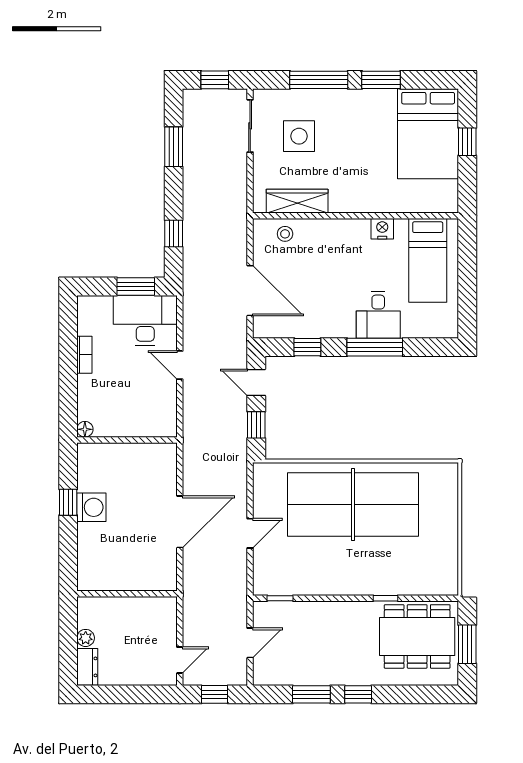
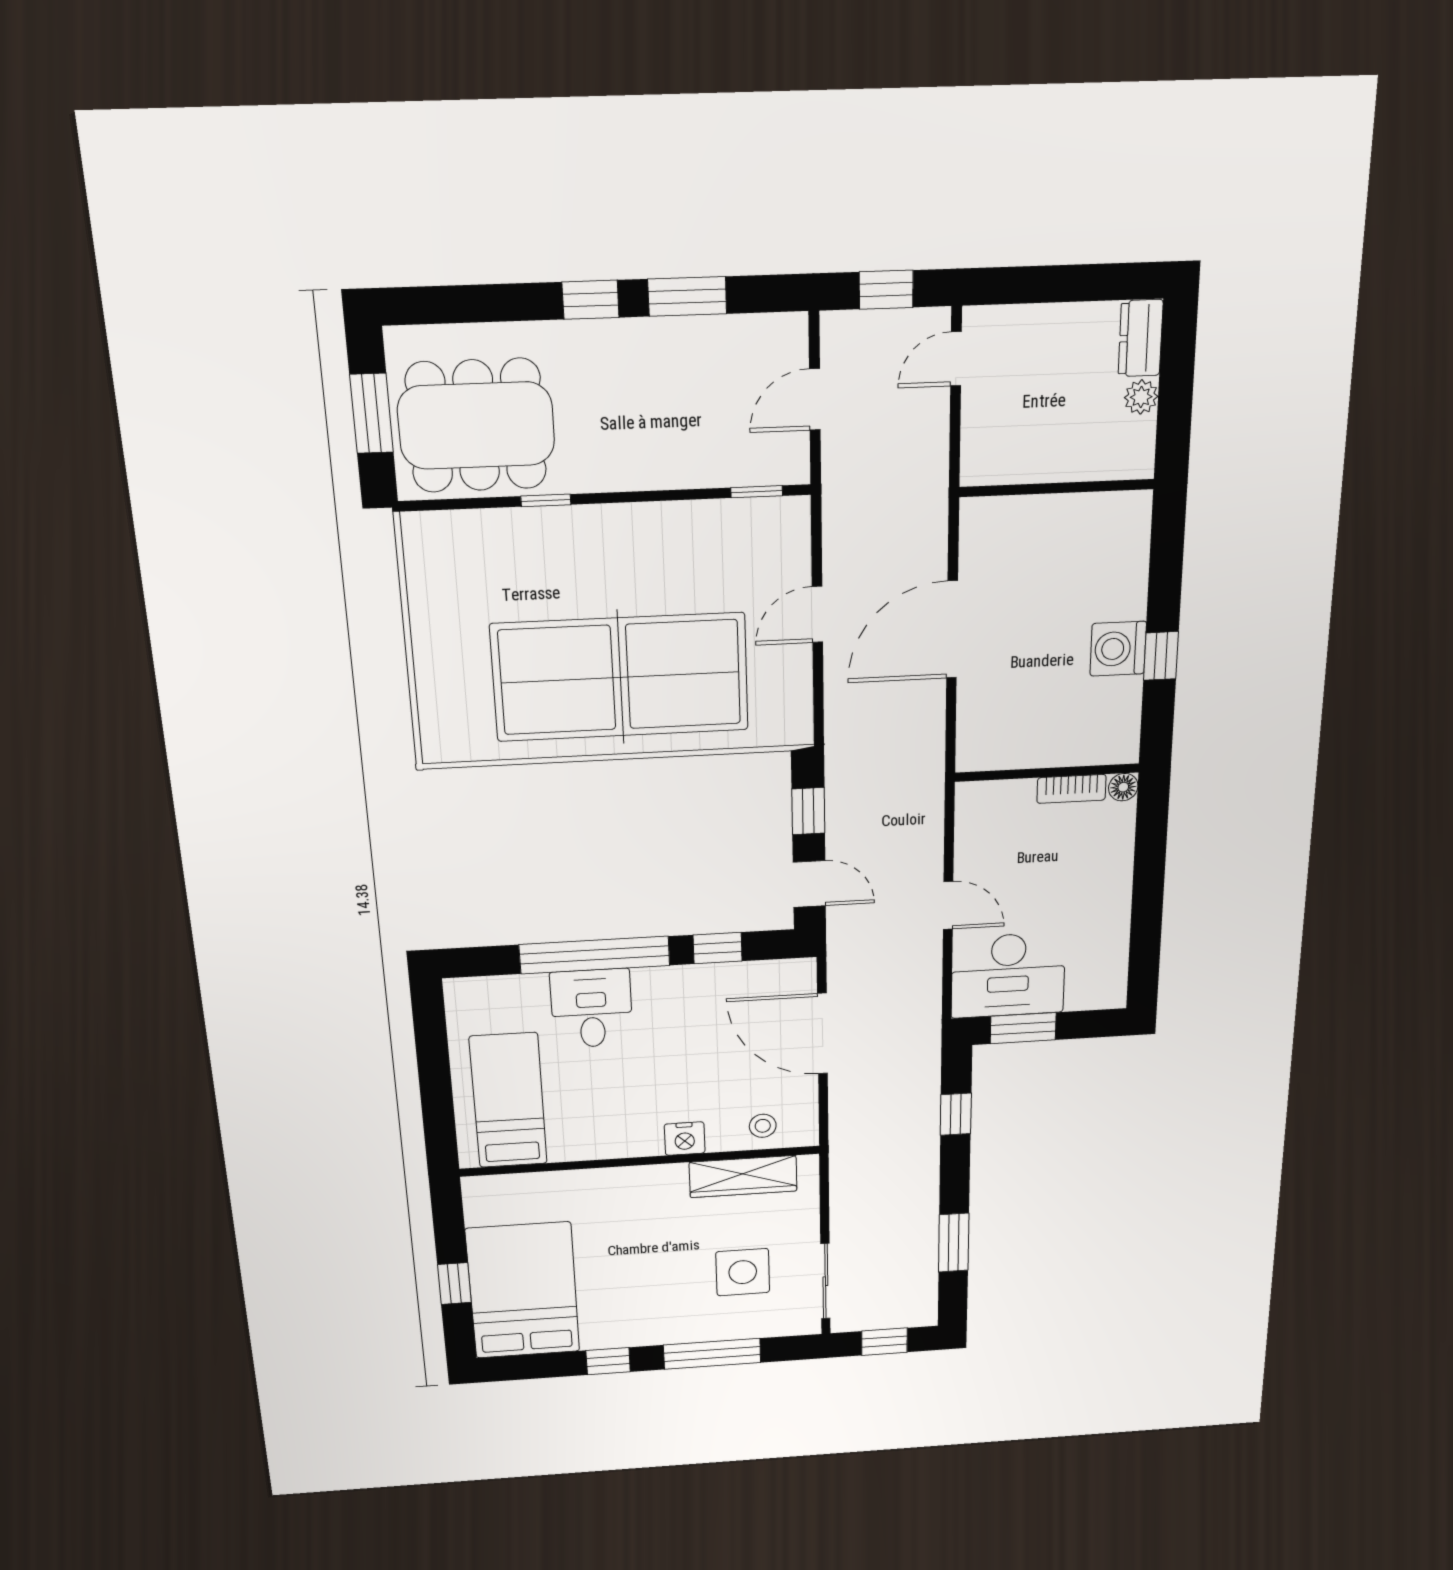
window: (381, 80) -> (608, 1361), width x0.67
nightstand: (382, 229) -> (685, 1139), moved
window: (375, 347) -> (595, 955), width x1.46
bookcase: (84, 355) -> (1072, 789), moved, turned -90

